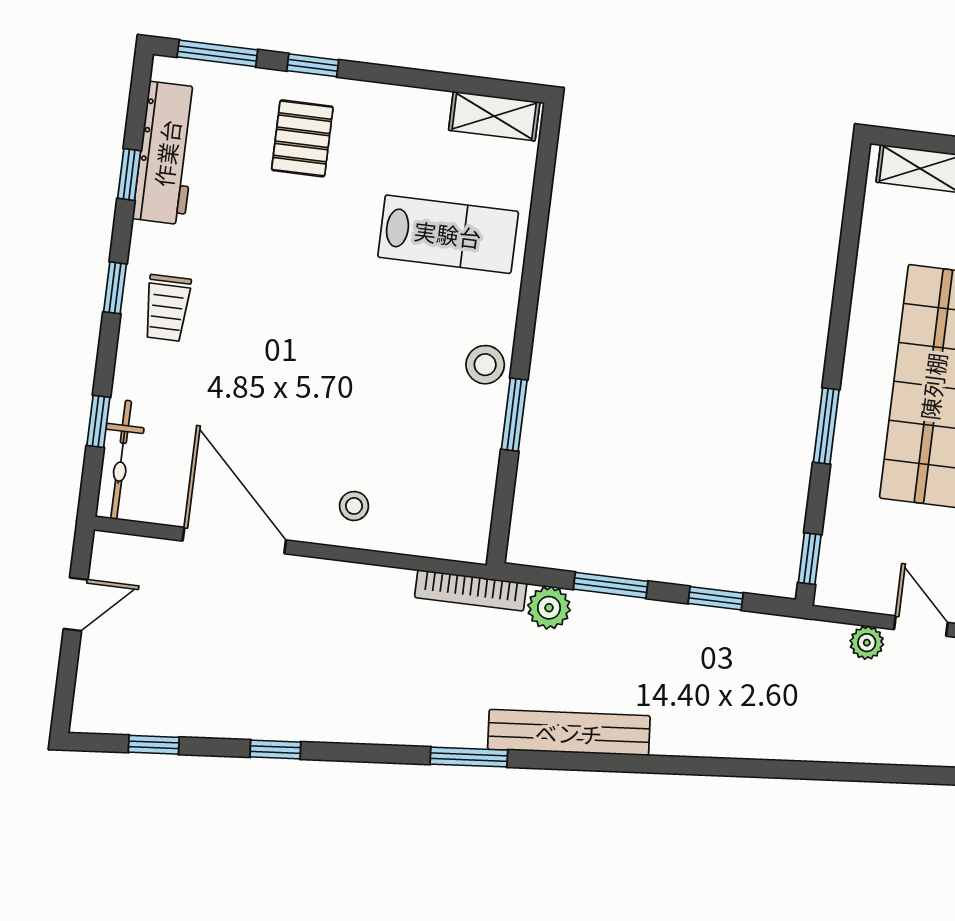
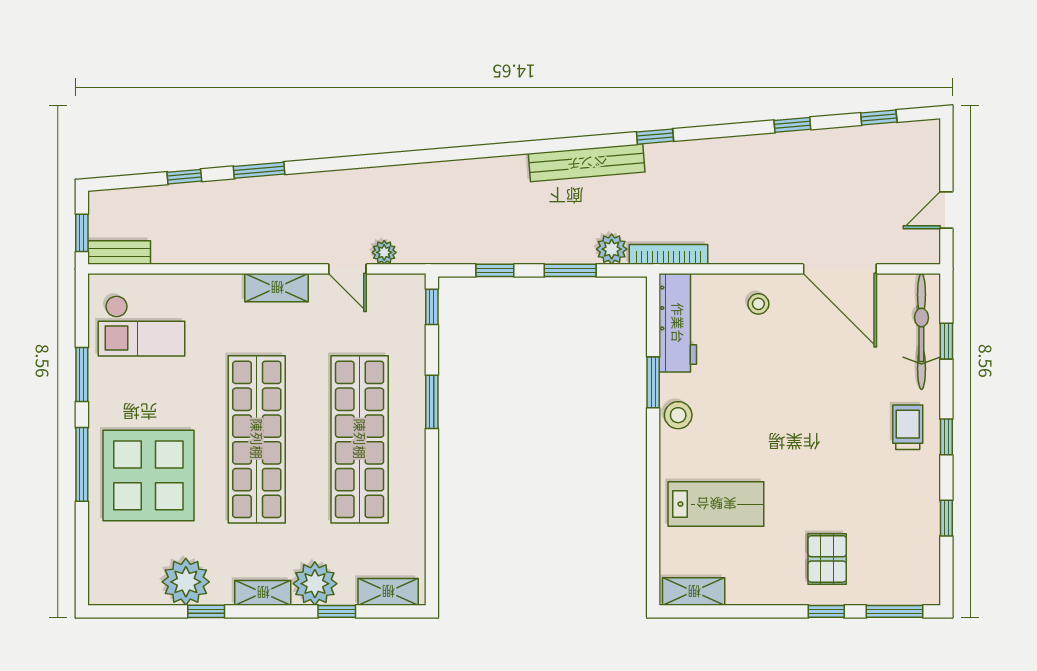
workbench: (167, 153) -> (678, 323), moved, turned 180
lab bench: (448, 234) -> (716, 504), turned 180
bicycle: (121, 460) -> (921, 332), width x1.37, depth x1.40
window: (469, 757) -> (655, 137), width x0.67

